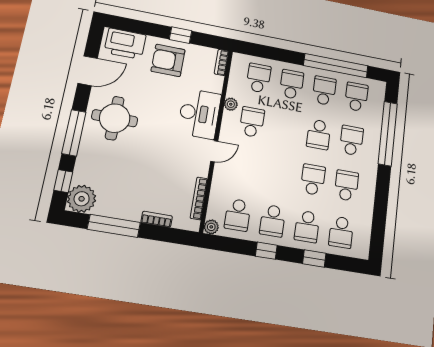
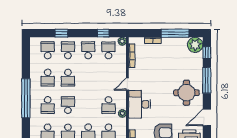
window: (388, 133) -> (26, 98), moved
window: (266, 251) -> (103, 33), moved

